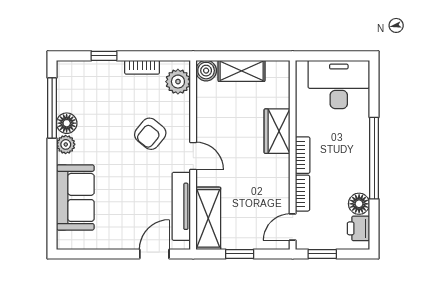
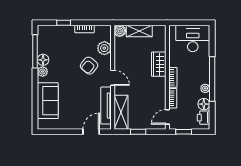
plant: (178, 82) -> (104, 48), moved
plant: (361, 175) -> (205, 88), added

